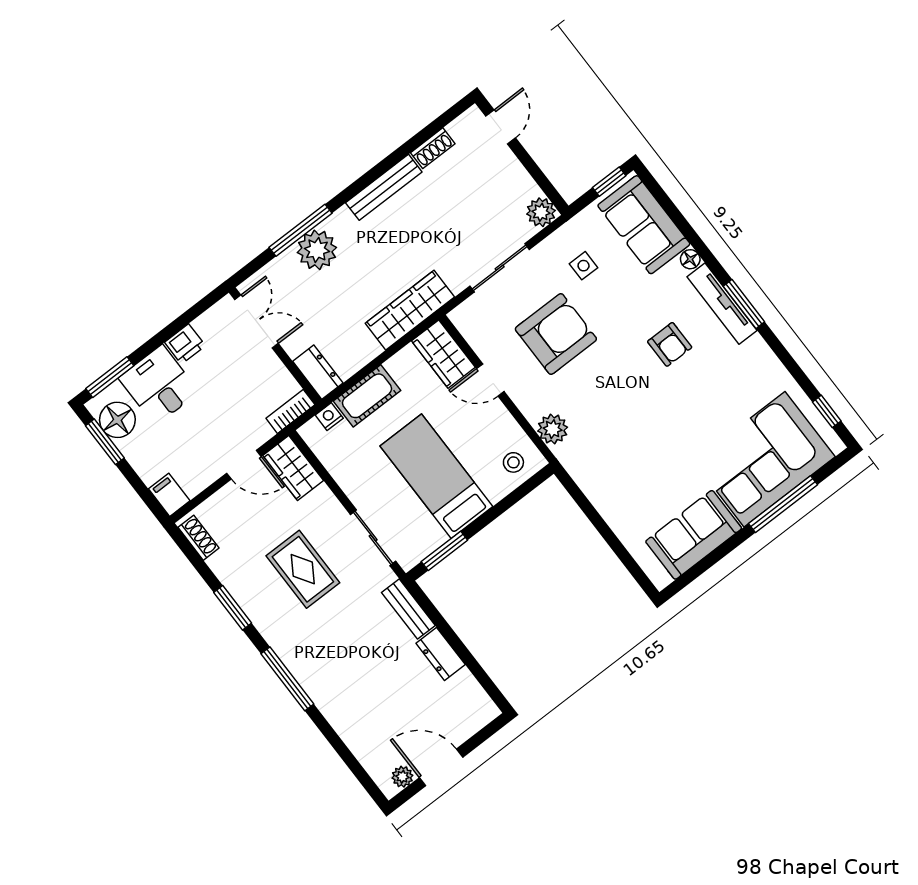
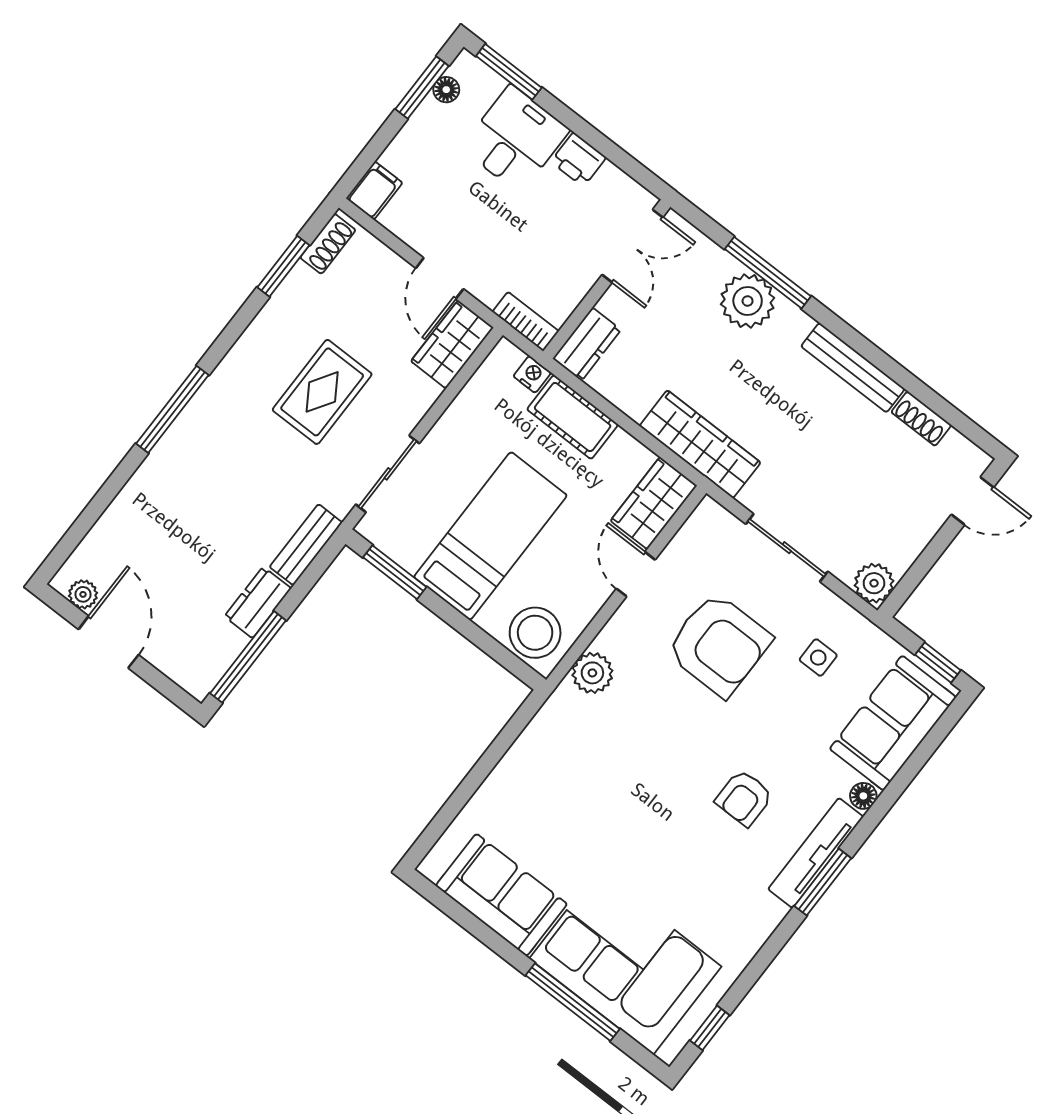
floor lamp: (117, 420) -> (446, 90), width x0.53, depth x0.53
stool: (513, 462) -> (535, 633), width x1.89, depth x1.89
window: (233, 608) -> (283, 266), moved
window: (477, 671) -> (248, 657), added

